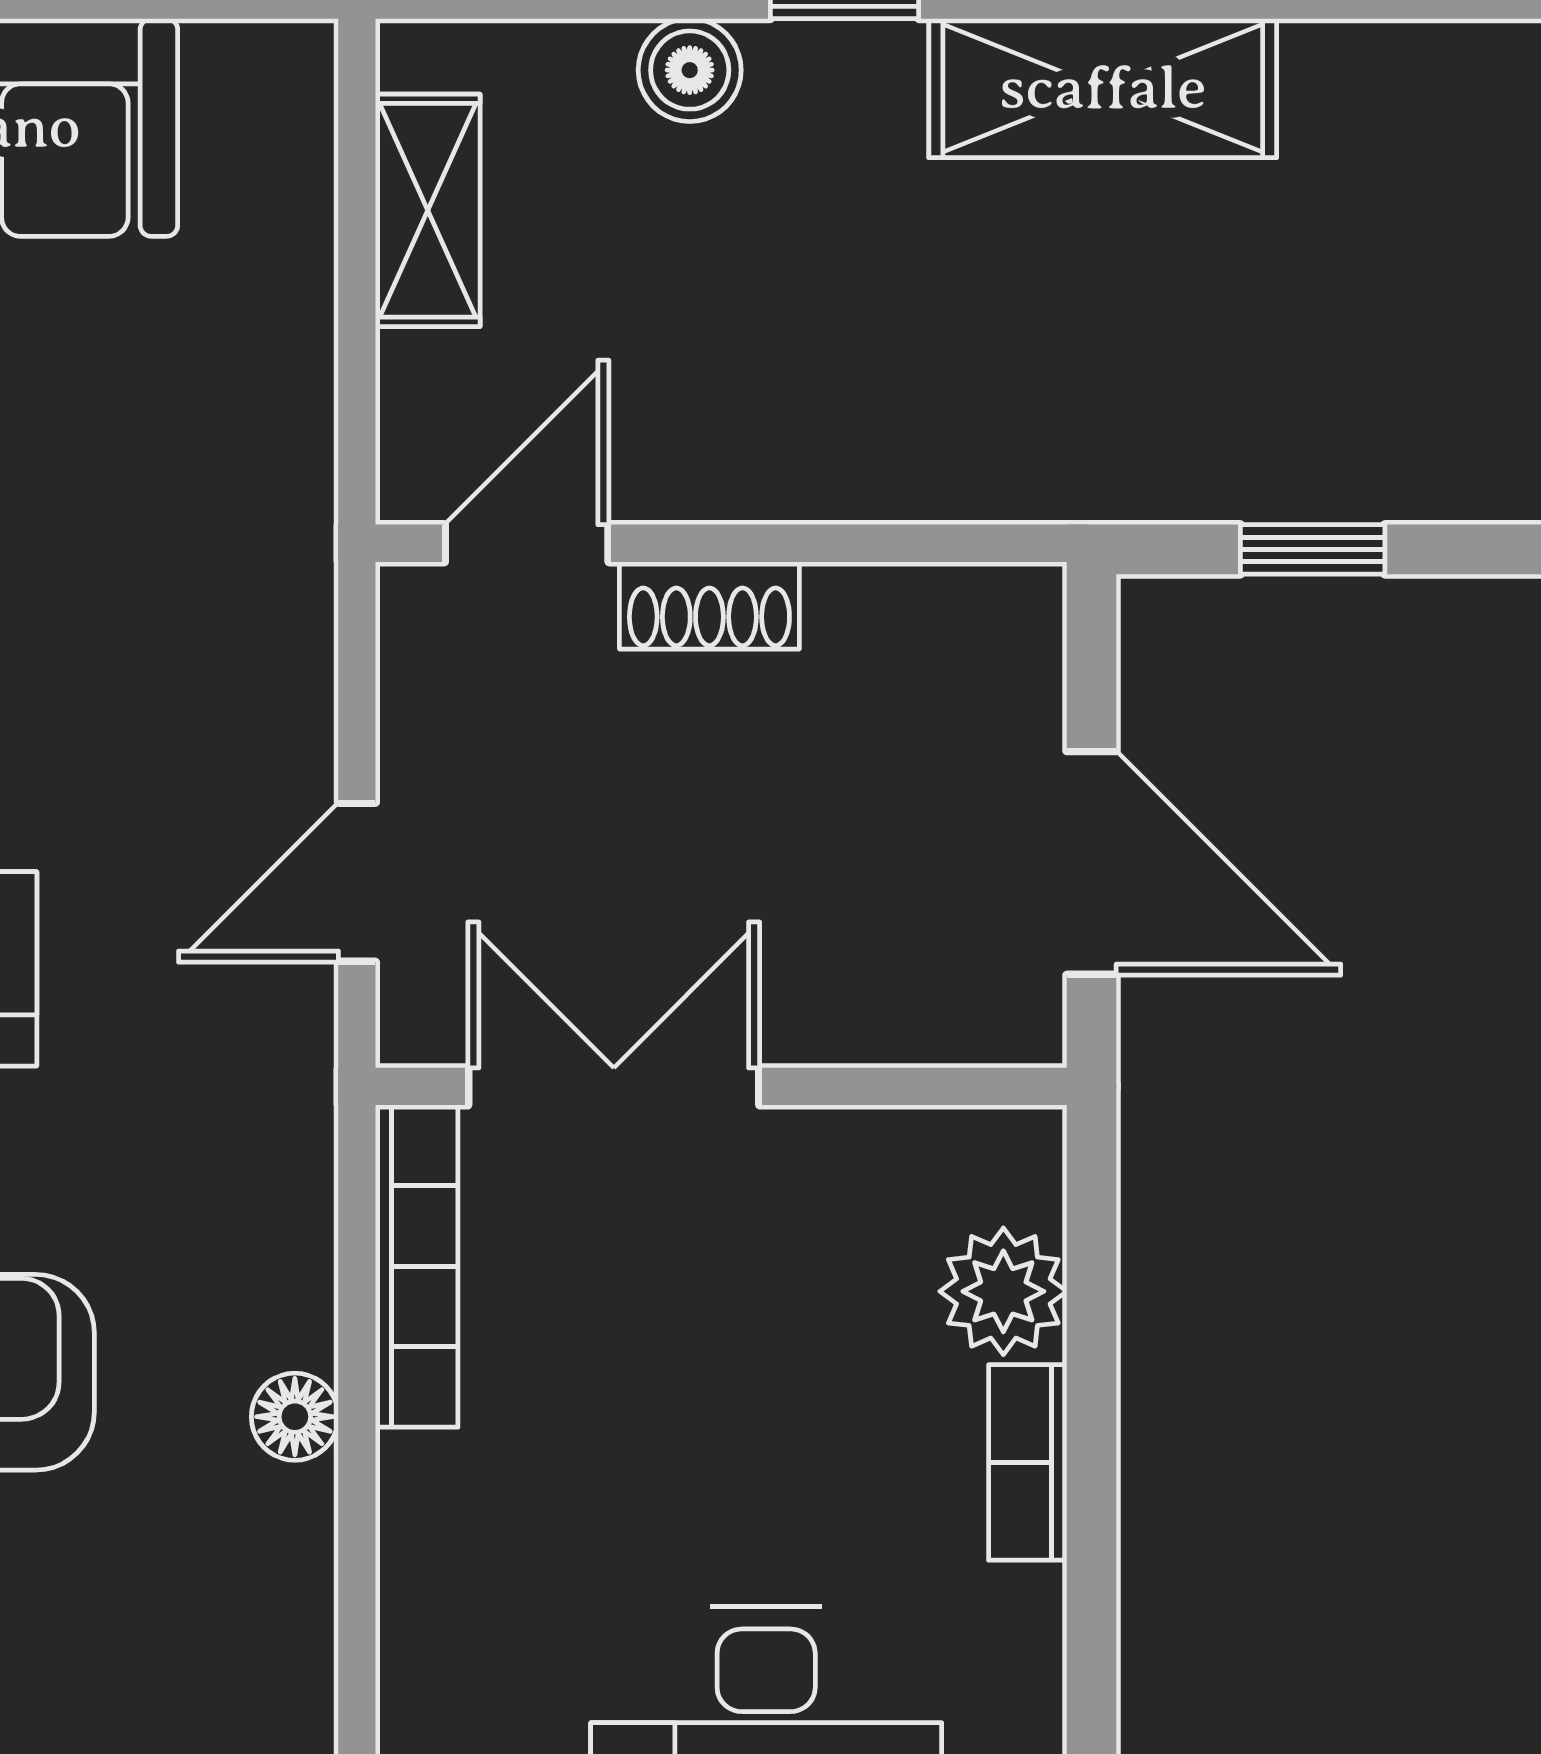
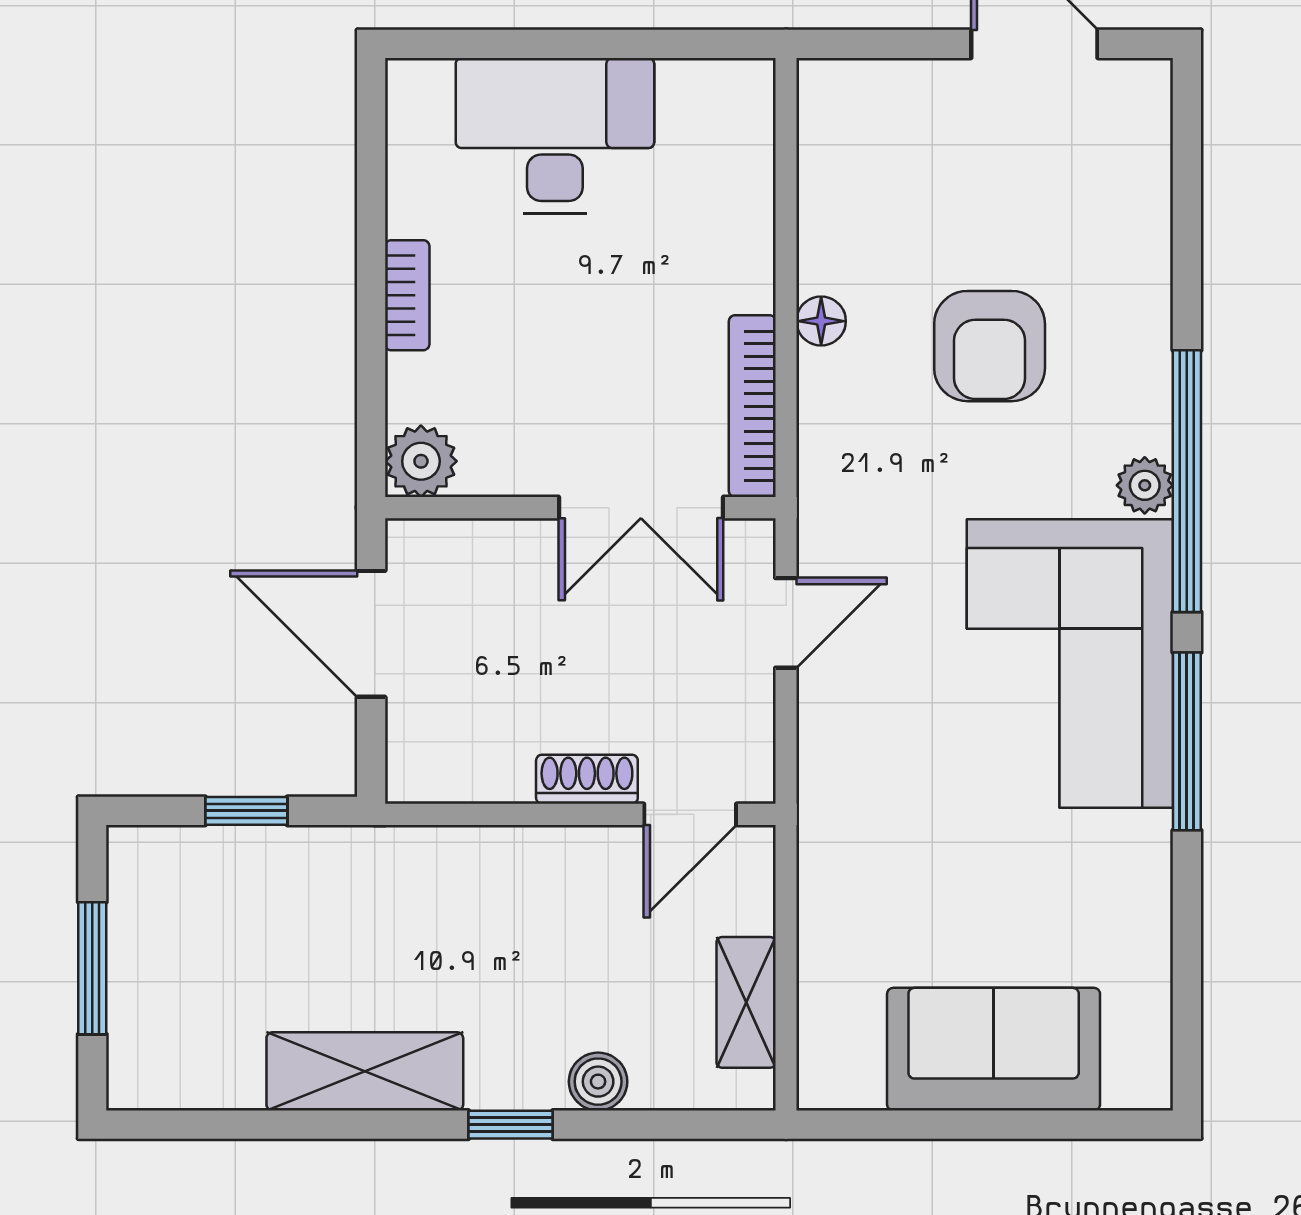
plant: (1003, 1291) -> (421, 461), moved

